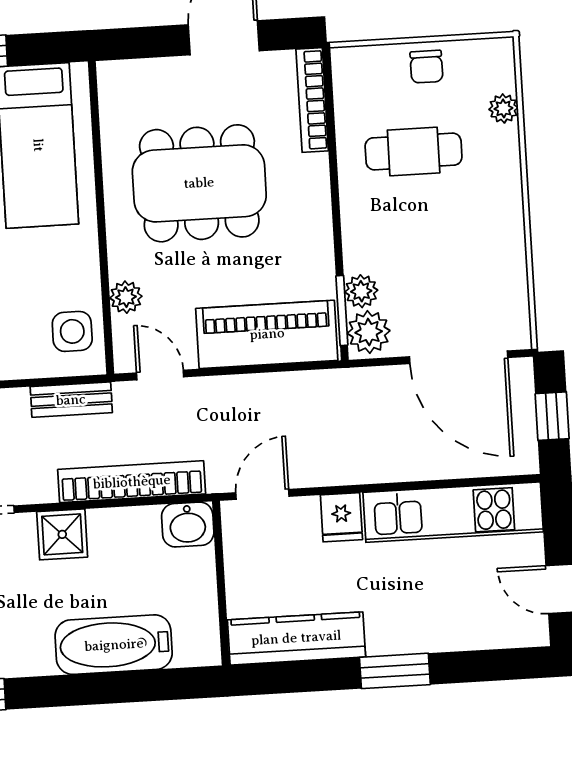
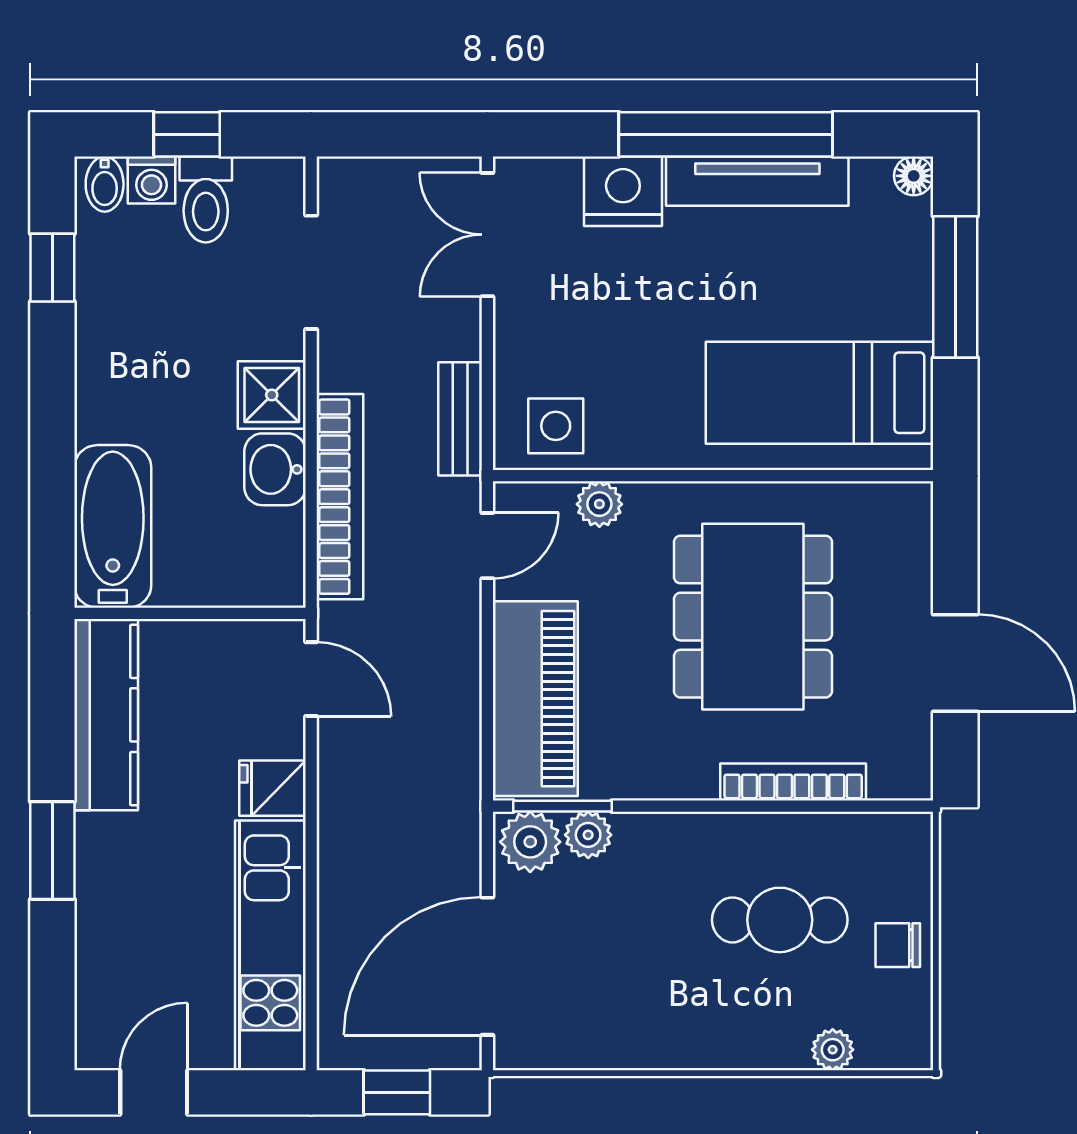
bookcase: (312, 100) -> (793, 782), moved
cafe table: (414, 151) -> (780, 920), turned 90
washbasin: (188, 525) -> (275, 469), moved
bathtub: (114, 645) -> (113, 526), moved

